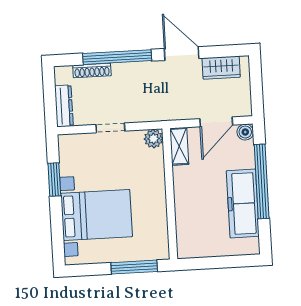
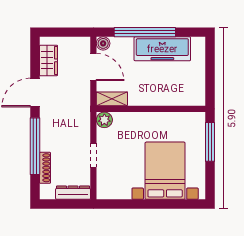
window: (54, 179) -> (134, 204), removed

